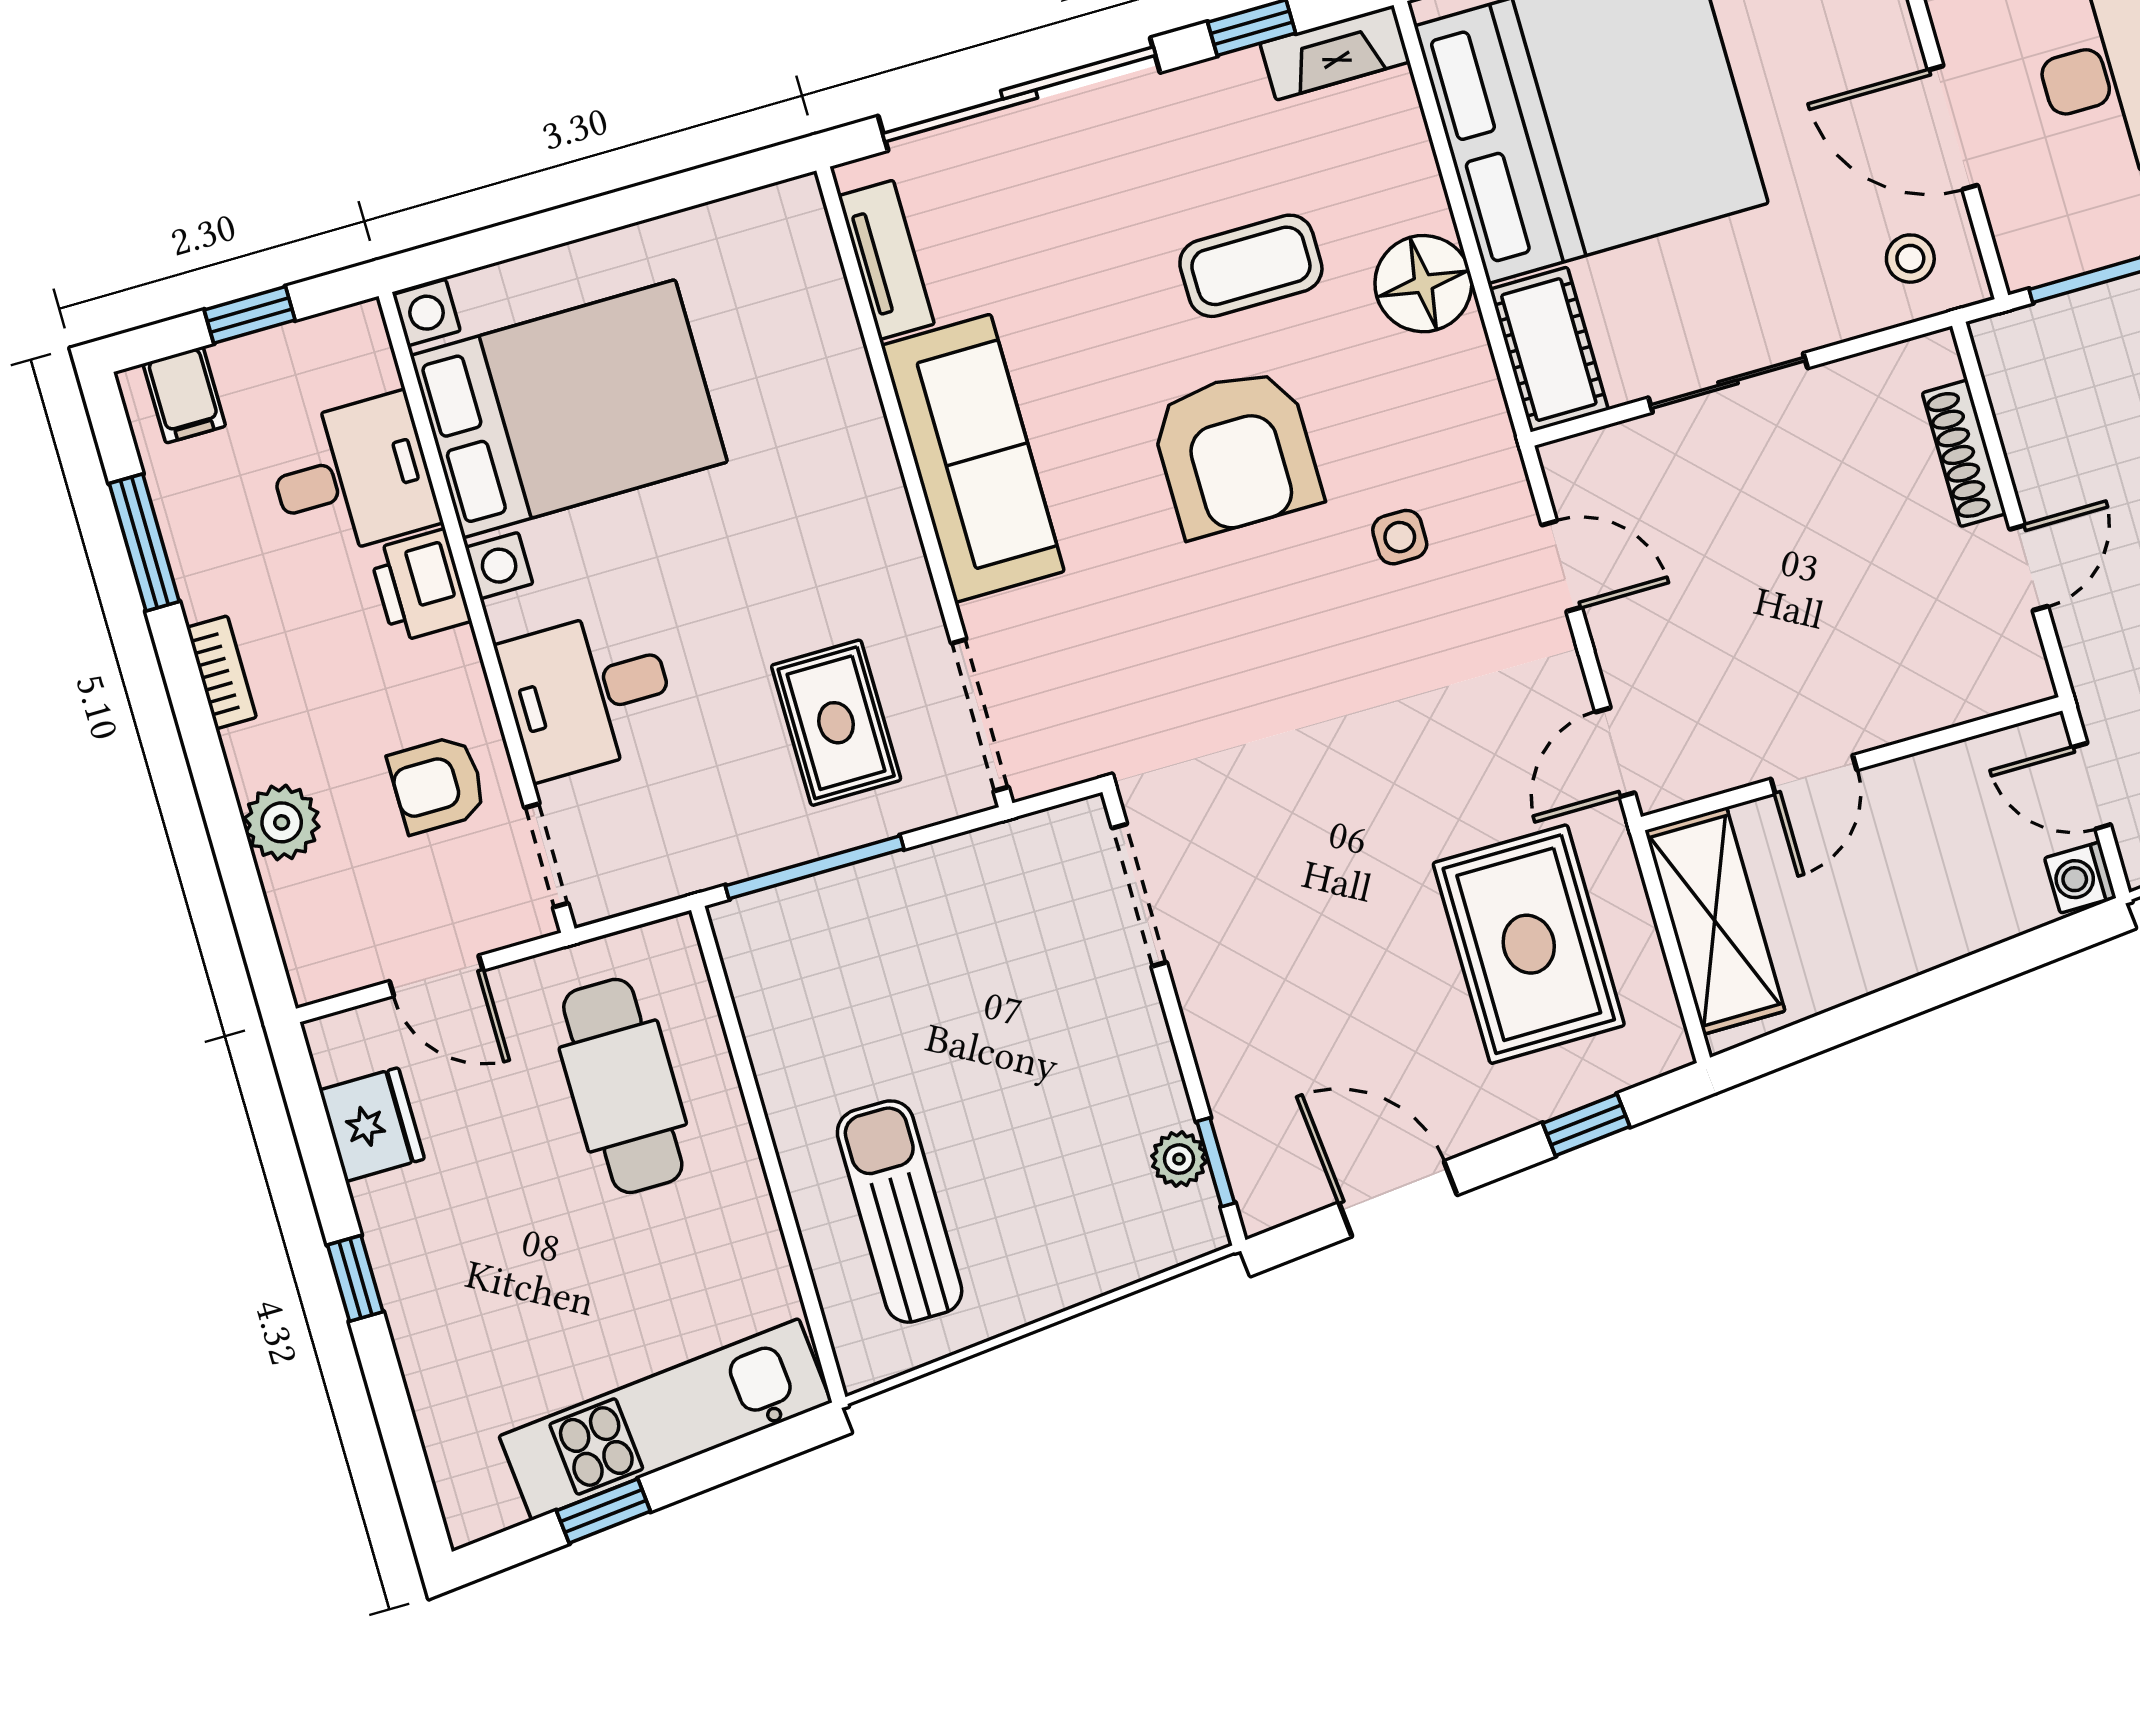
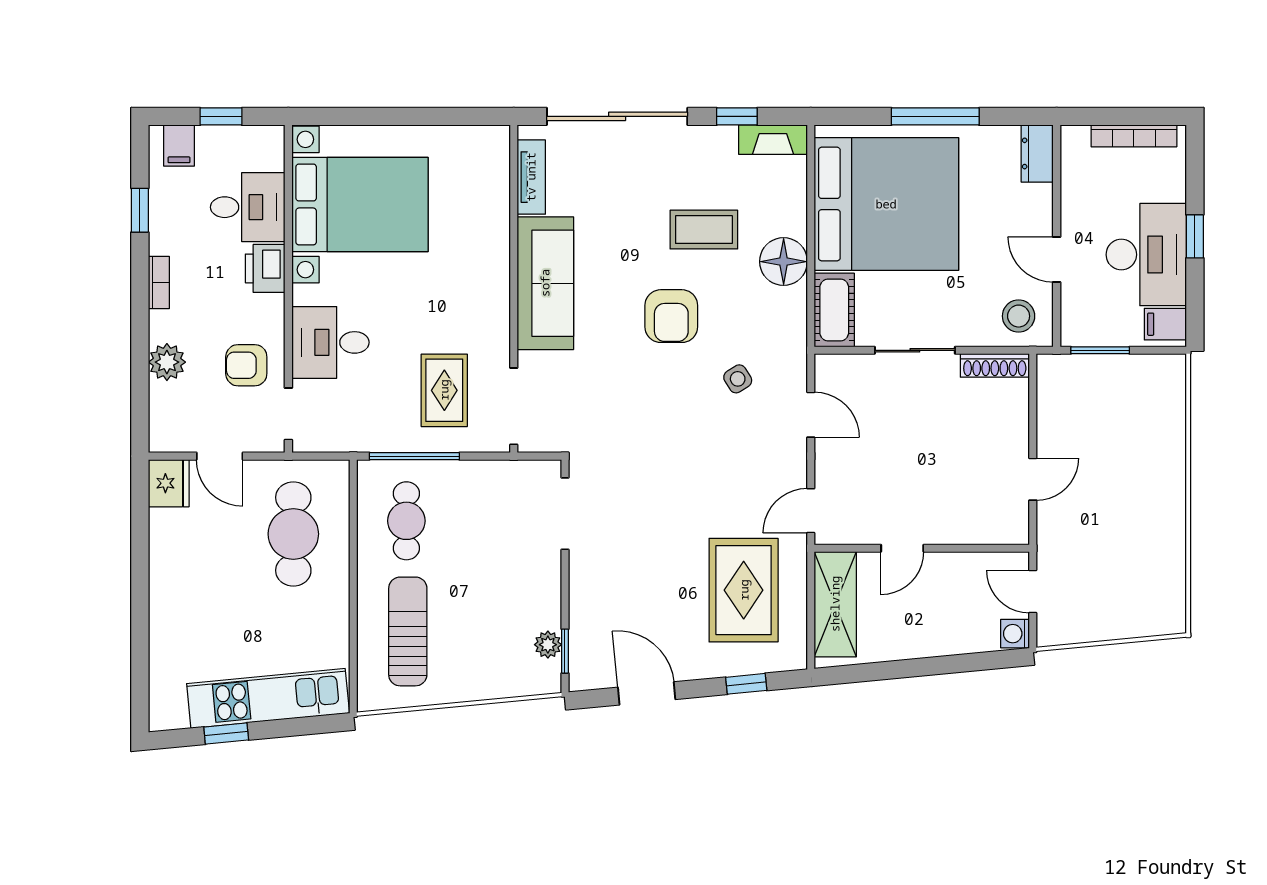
door: (1953, 128) -> (1057, 260), width x0.73
stool: (1910, 259) -> (1019, 316), width x1.37, depth x1.37
armchair: (1236, 452) -> (671, 316), width x0.73, depth x0.73
shoe rack: (1964, 453) -> (995, 365), moved, turned -90
side table: (1400, 537) -> (738, 379), turned -32
window: (144, 543) -> (140, 210), width x0.67
cafe table: (835, 997) -> (406, 521), added
fridge: (372, 1125) -> (169, 483), moved
window: (355, 1278) -> (140, 589), removed

